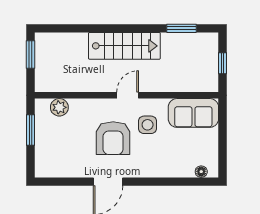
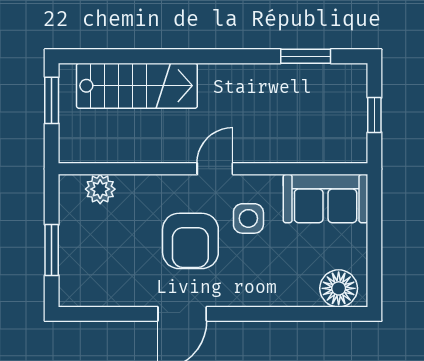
stairs: (124, 46) -> (137, 86), moved
window: (31, 130) -> (52, 250), moved
floor lamp: (201, 172) -> (339, 288), width x1.89, depth x1.89

